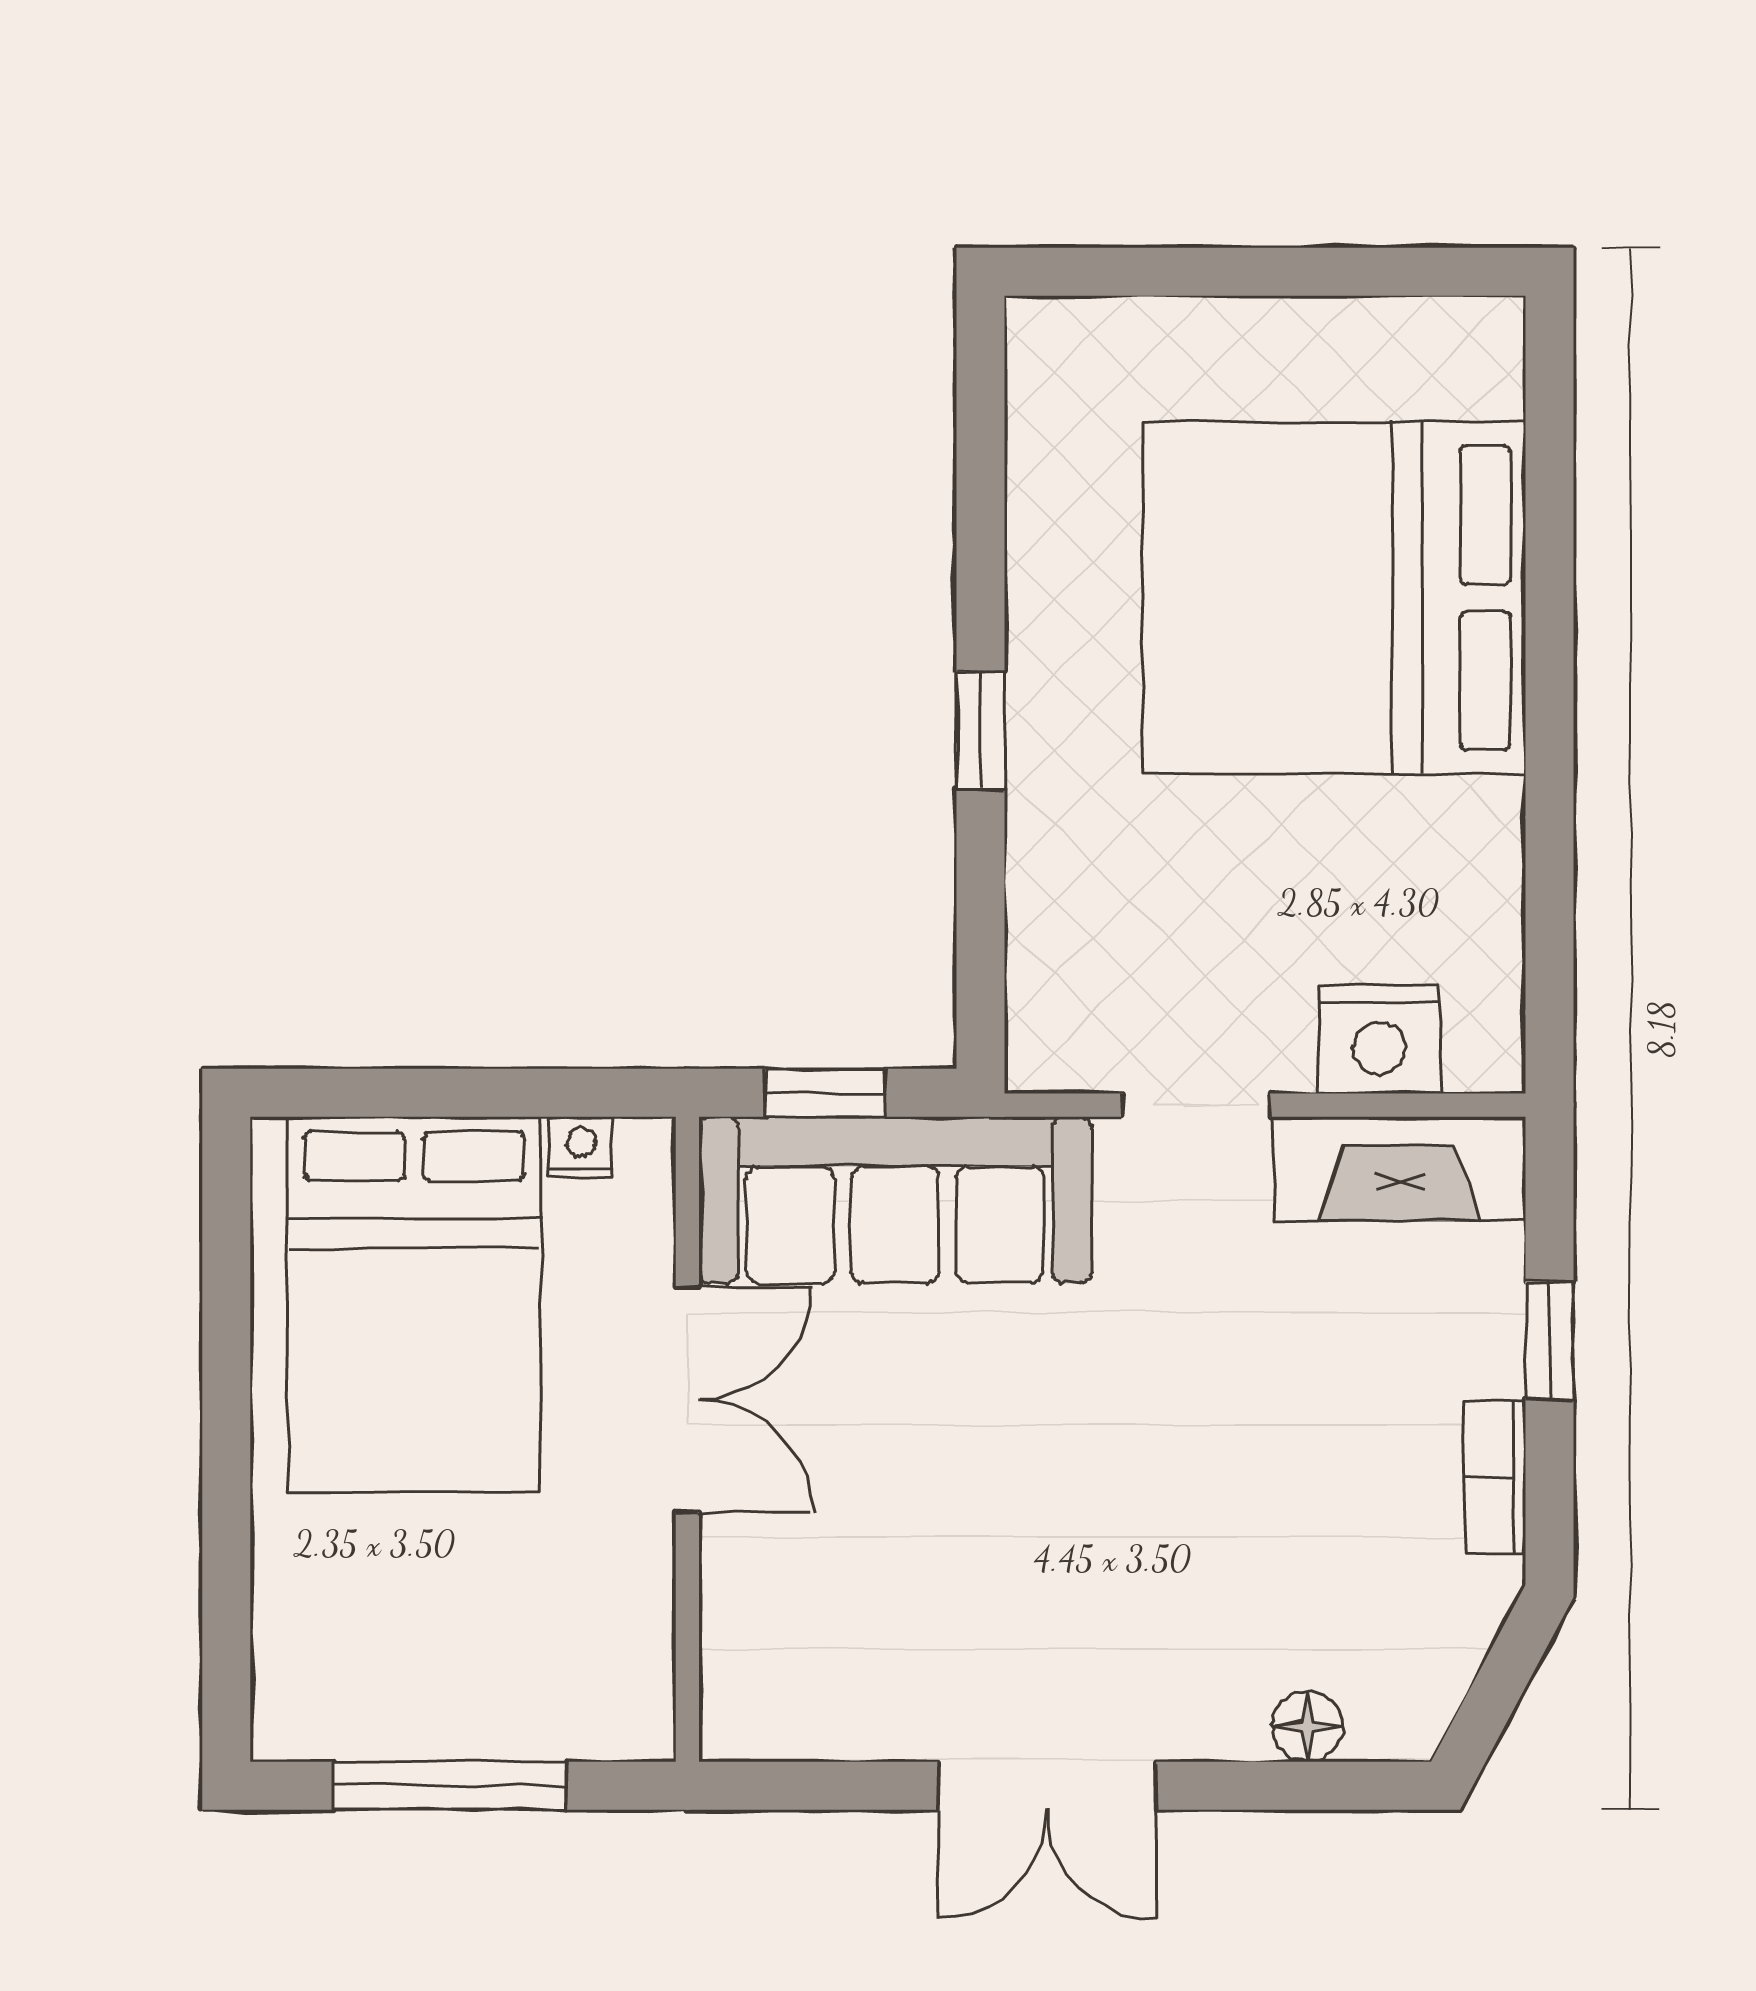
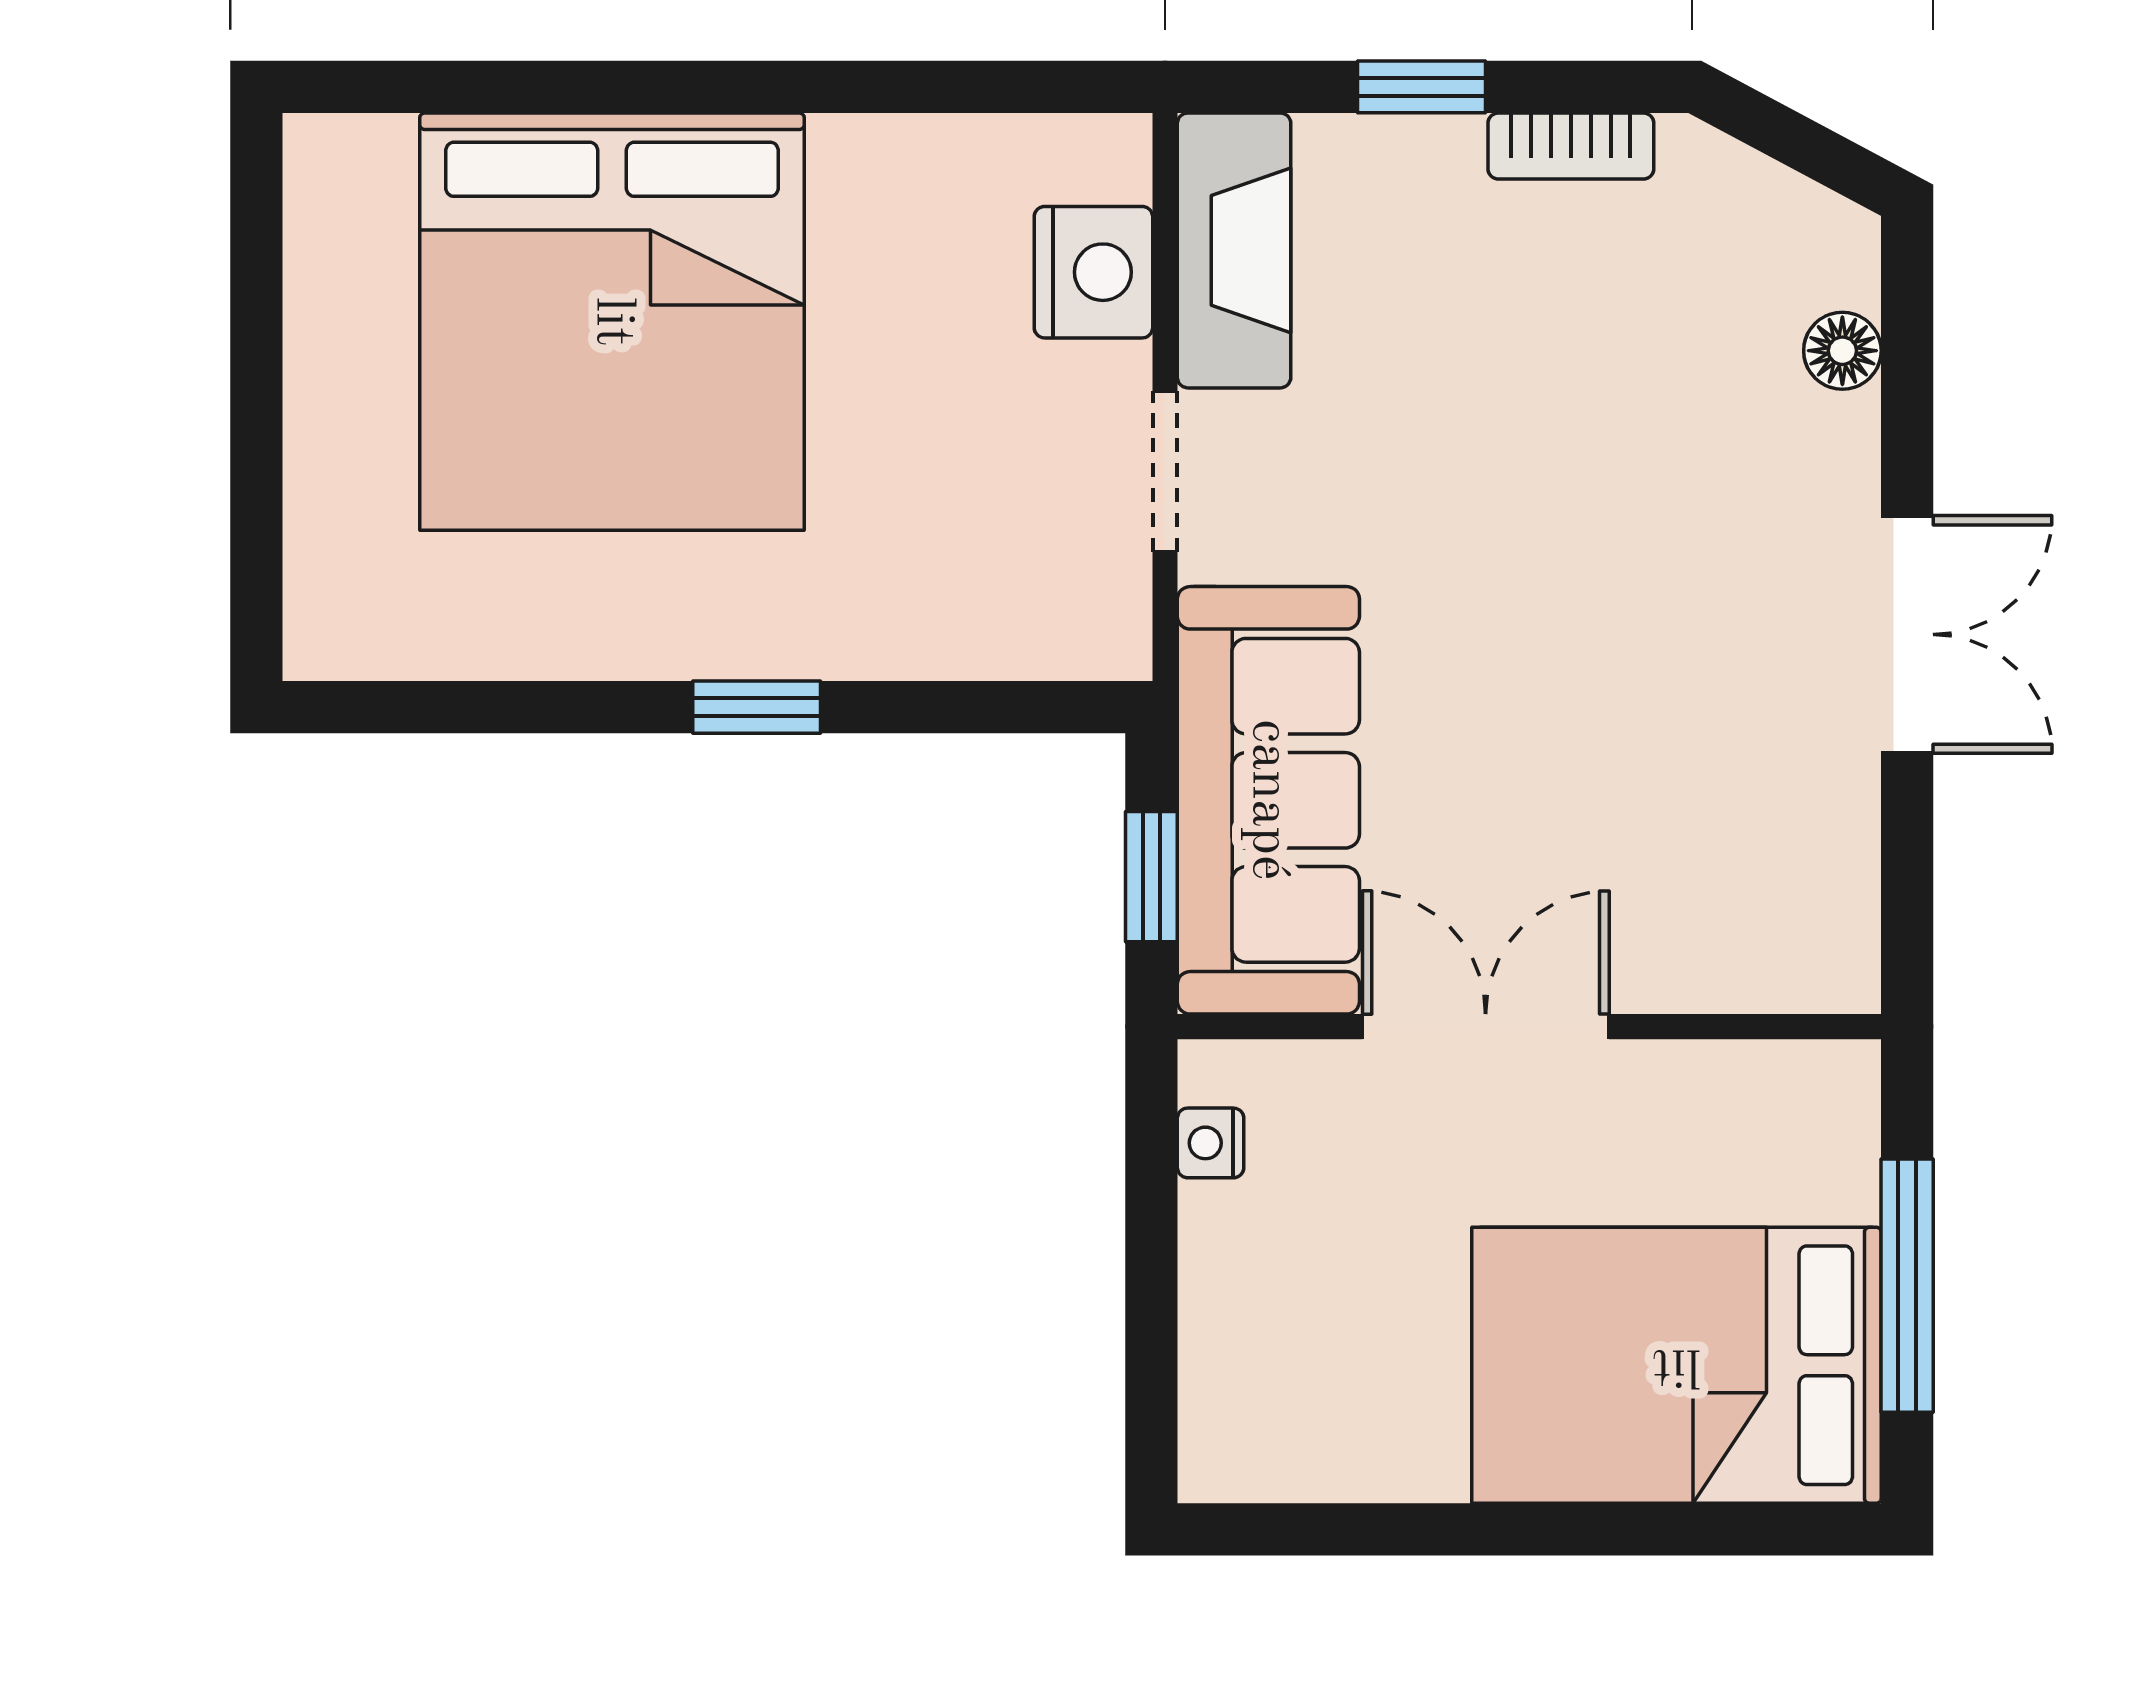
bed: (414, 1304) -> (1676, 1365), moved, turned 180

